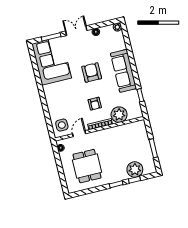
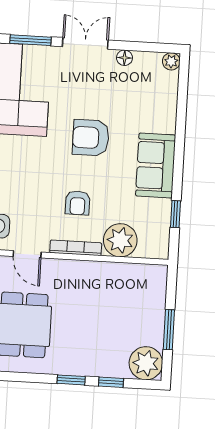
sofa: (123, 71) -> (156, 165), width x0.73
armchair: (92, 73) -> (91, 138), turned -90
door: (79, 134) -> (27, 254), swing flipped
plant: (135, 170) -> (146, 363), moved

